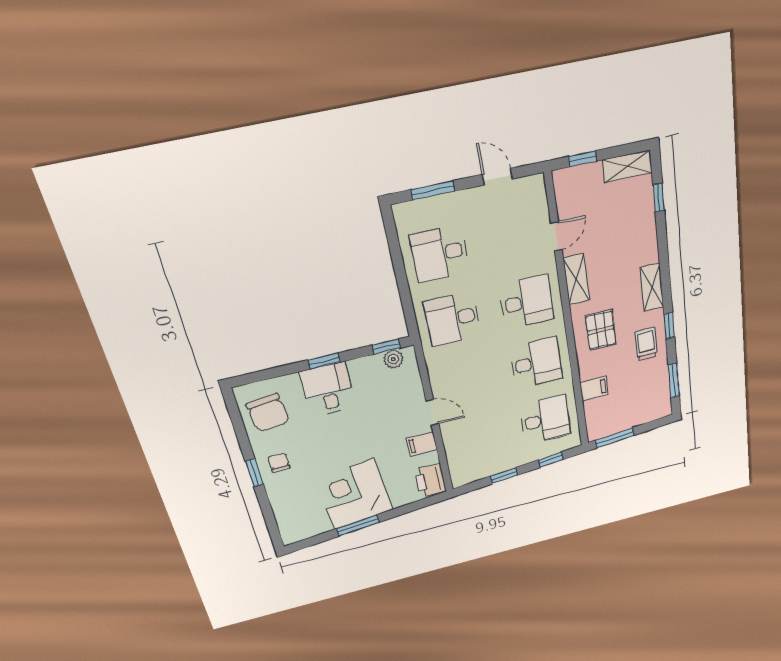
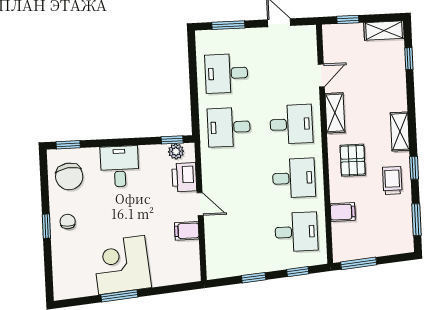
window: (324, 361) -> (68, 145), moved
printer: (430, 480) -> (184, 177), moved

